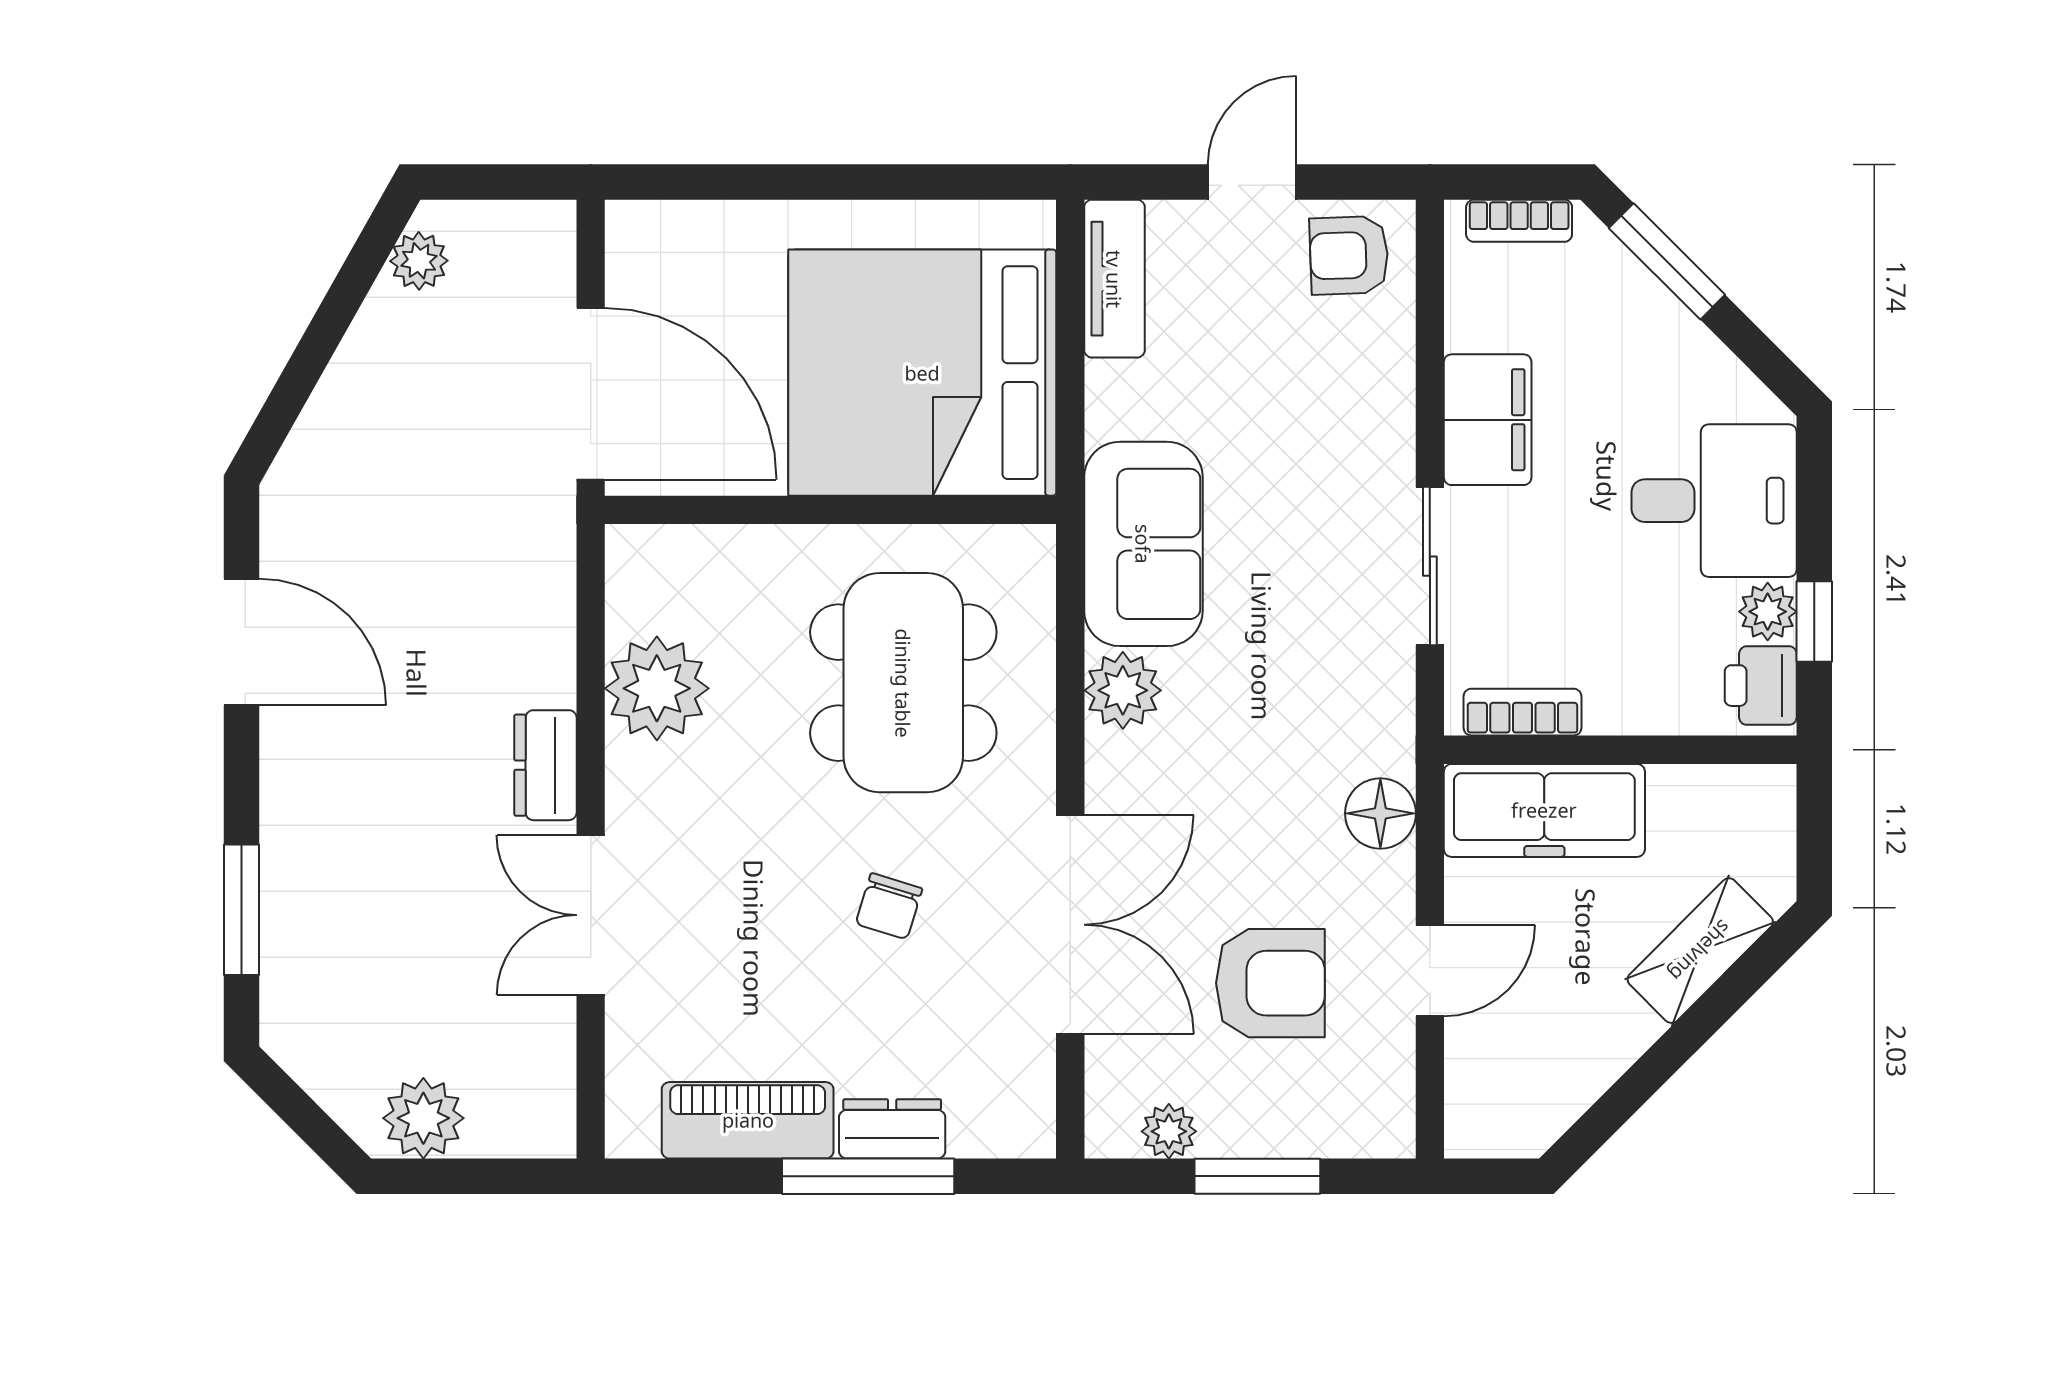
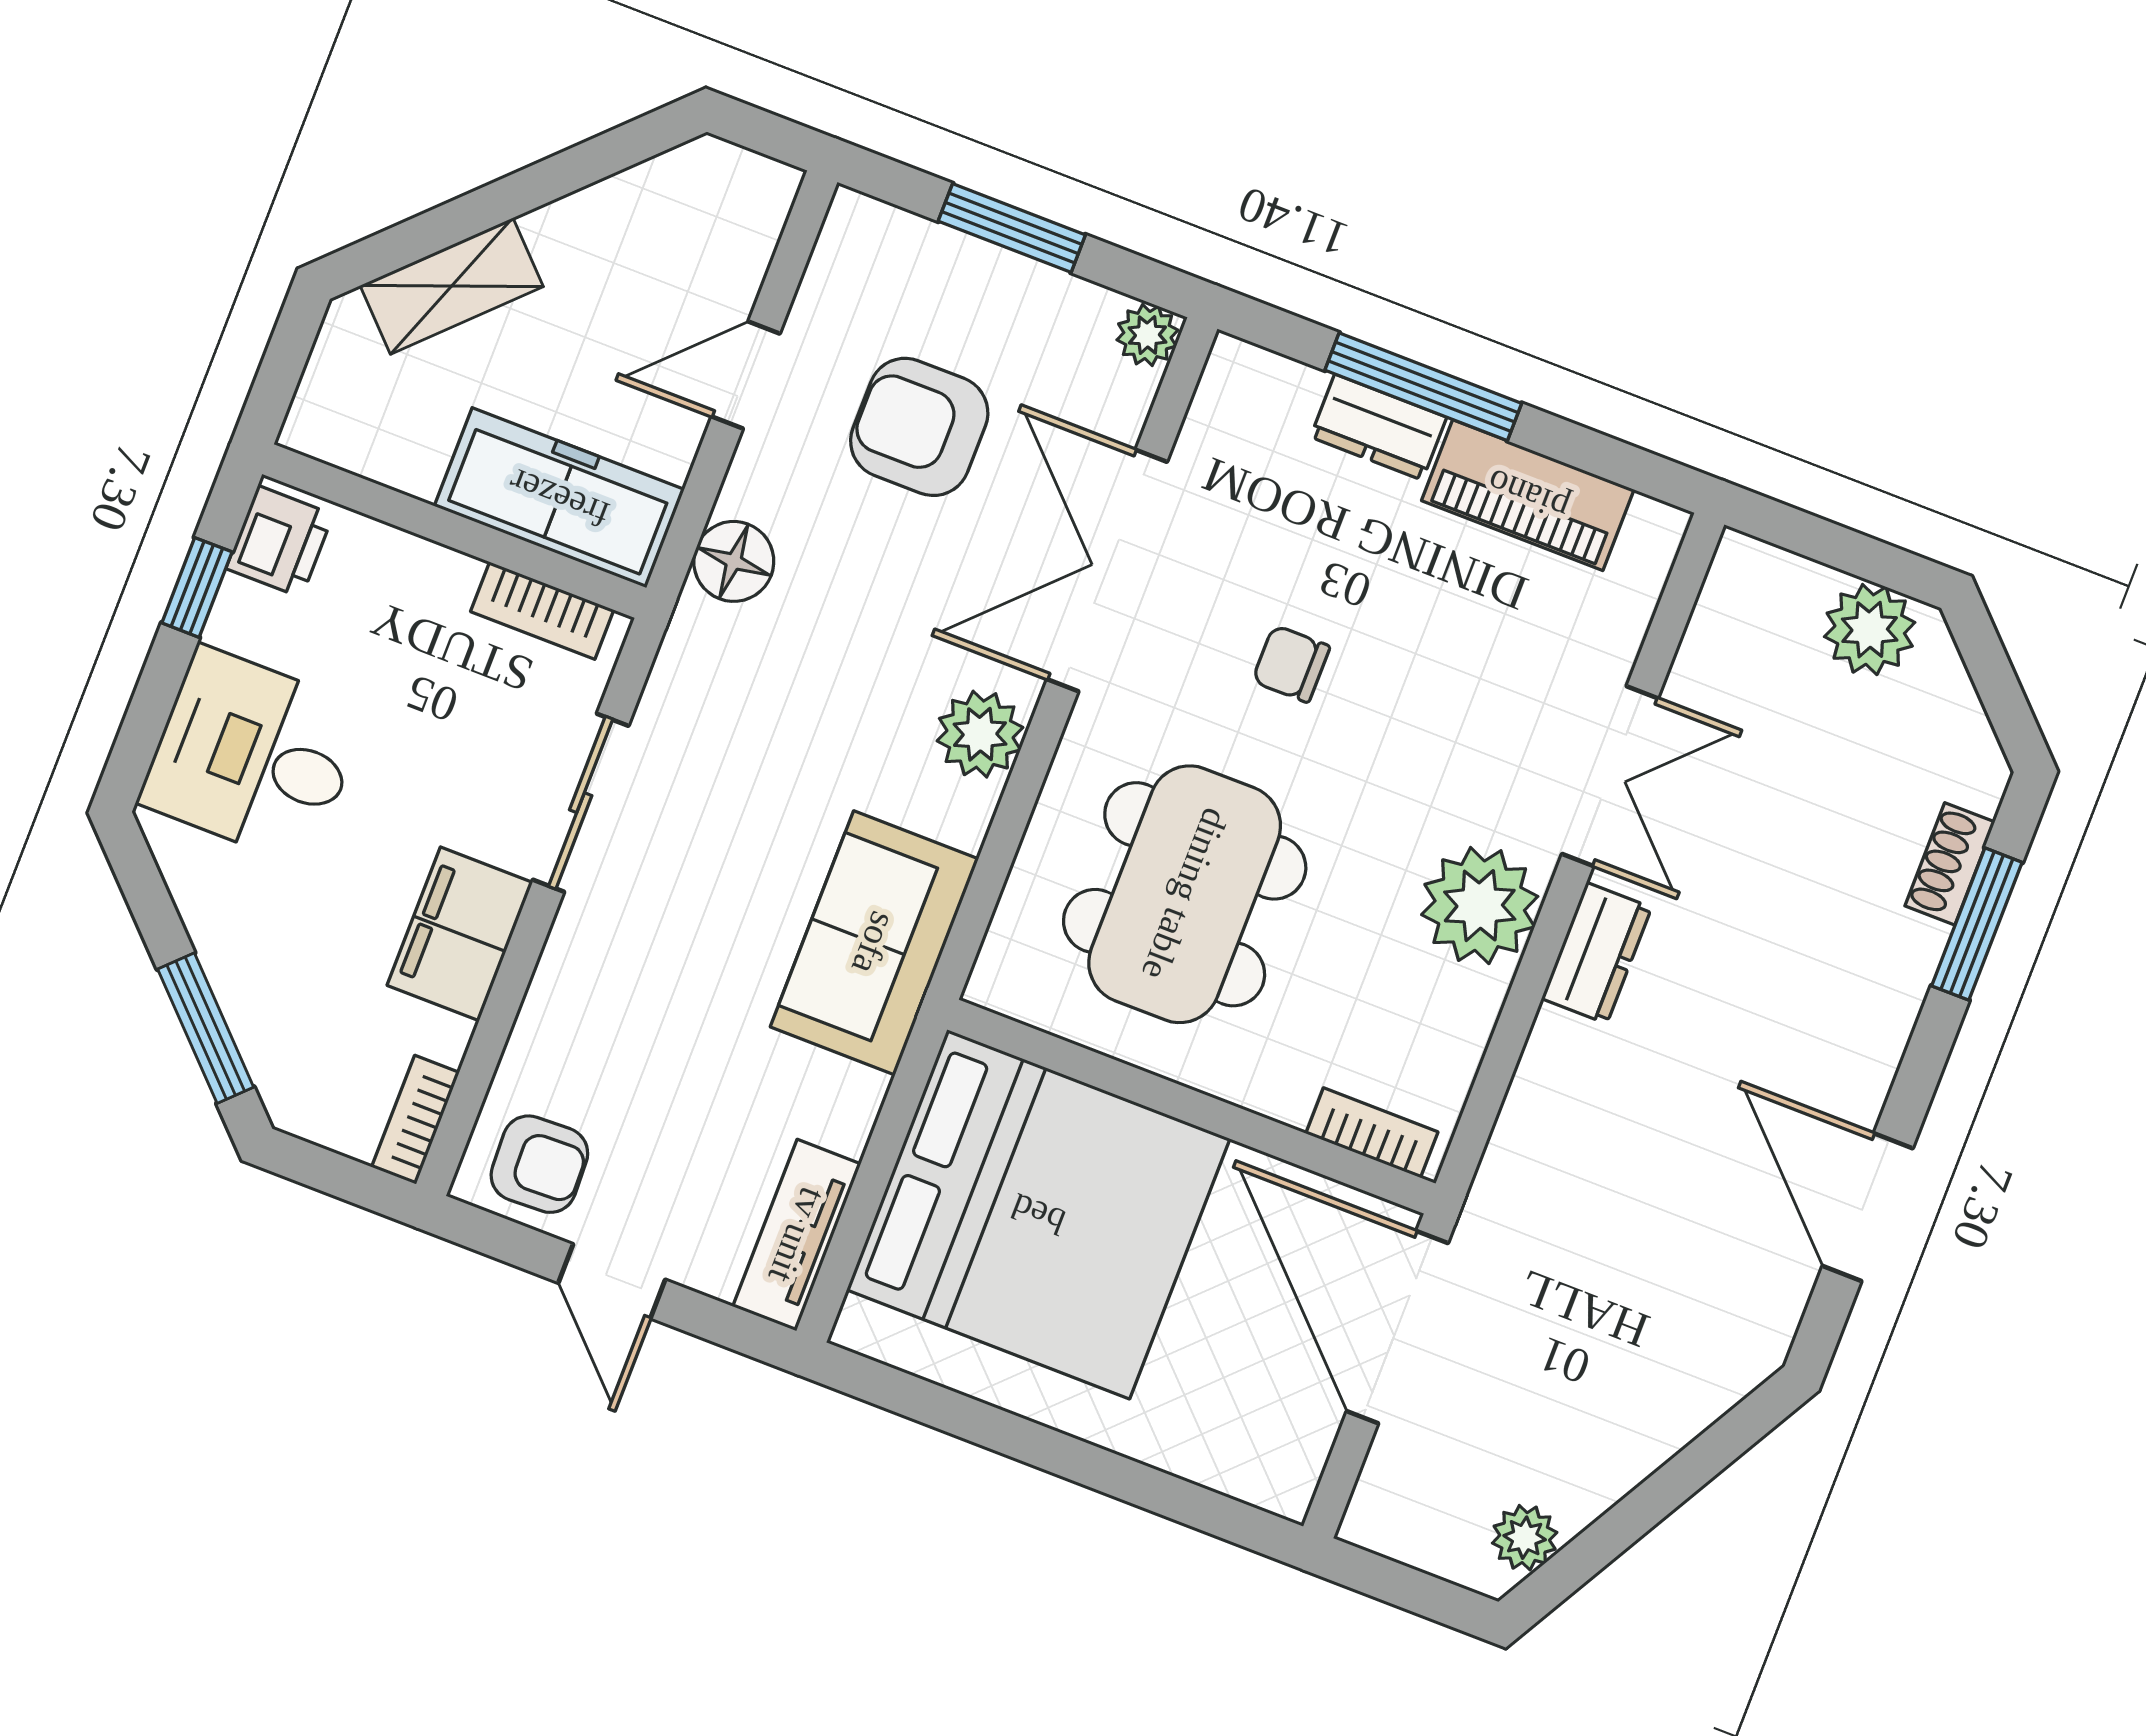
door: (1252, 182) -> (612, 1281), hinge flipped
bookcase: (1519, 221) -> (415, 1120), moved, turned -90
bookcase: (673, 546) -> (1372, 1133), added
plant: (1768, 612) -> (242, 617), removed
plant: (657, 688) -> (1480, 906), moved
plant: (1123, 690) -> (980, 734), moved
chair: (889, 906) -> (1291, 664), turned -107
shoe rack: (283, 951) -> (1950, 864), added
plant: (1169, 1131) -> (1147, 335), moved

